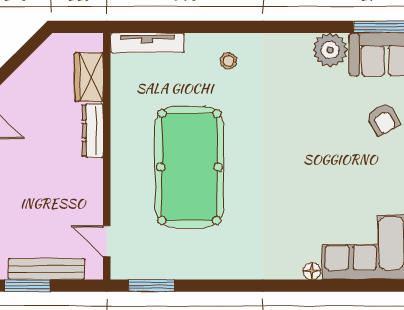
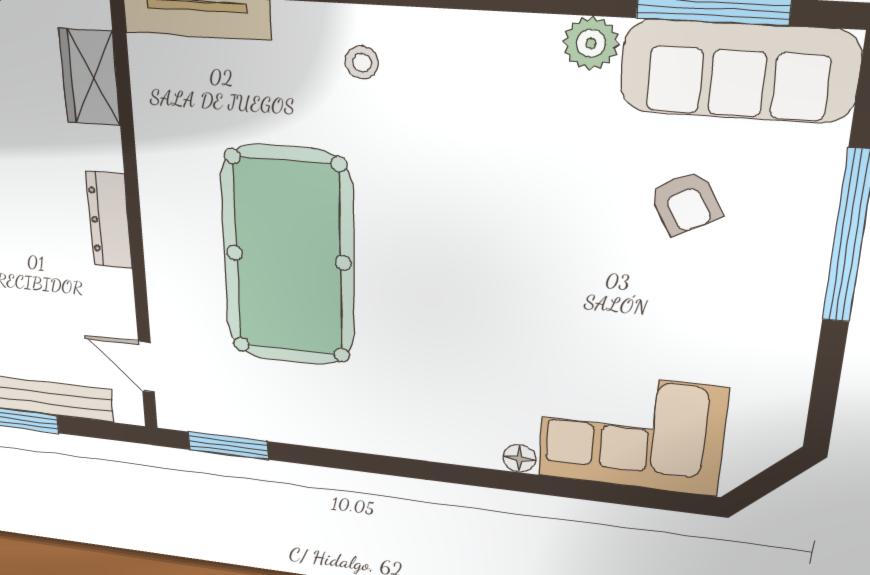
plant: (330, 50) -> (591, 43), width x0.73, depth x0.73
dresser: (93, 131) -> (109, 221), moved

